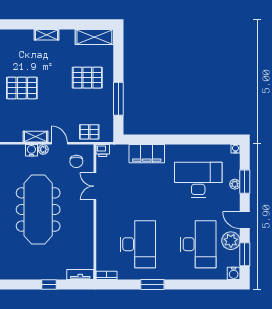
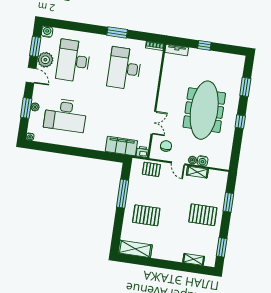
shelving: (47, 35) -> (194, 259), moved
filing cabinet: (147, 154) -> (121, 146), moved

